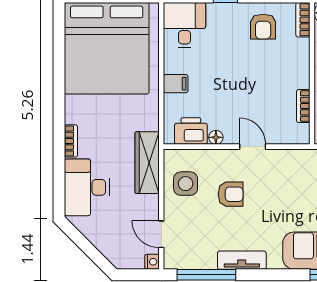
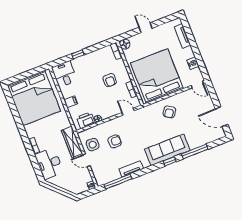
armchair: (263, 27) -> (110, 80), moved
door: (253, 147) -> (128, 112), moved
door: (161, 234) -> (86, 160), moved

